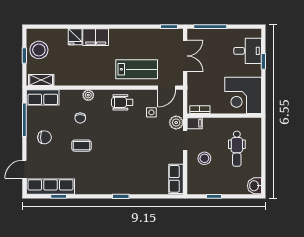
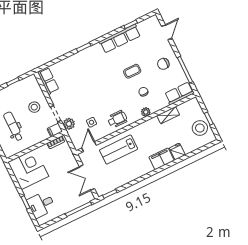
shelving: (41, 80) -> (168, 115), moved
row of seats: (50, 187) -> (120, 39), moved

